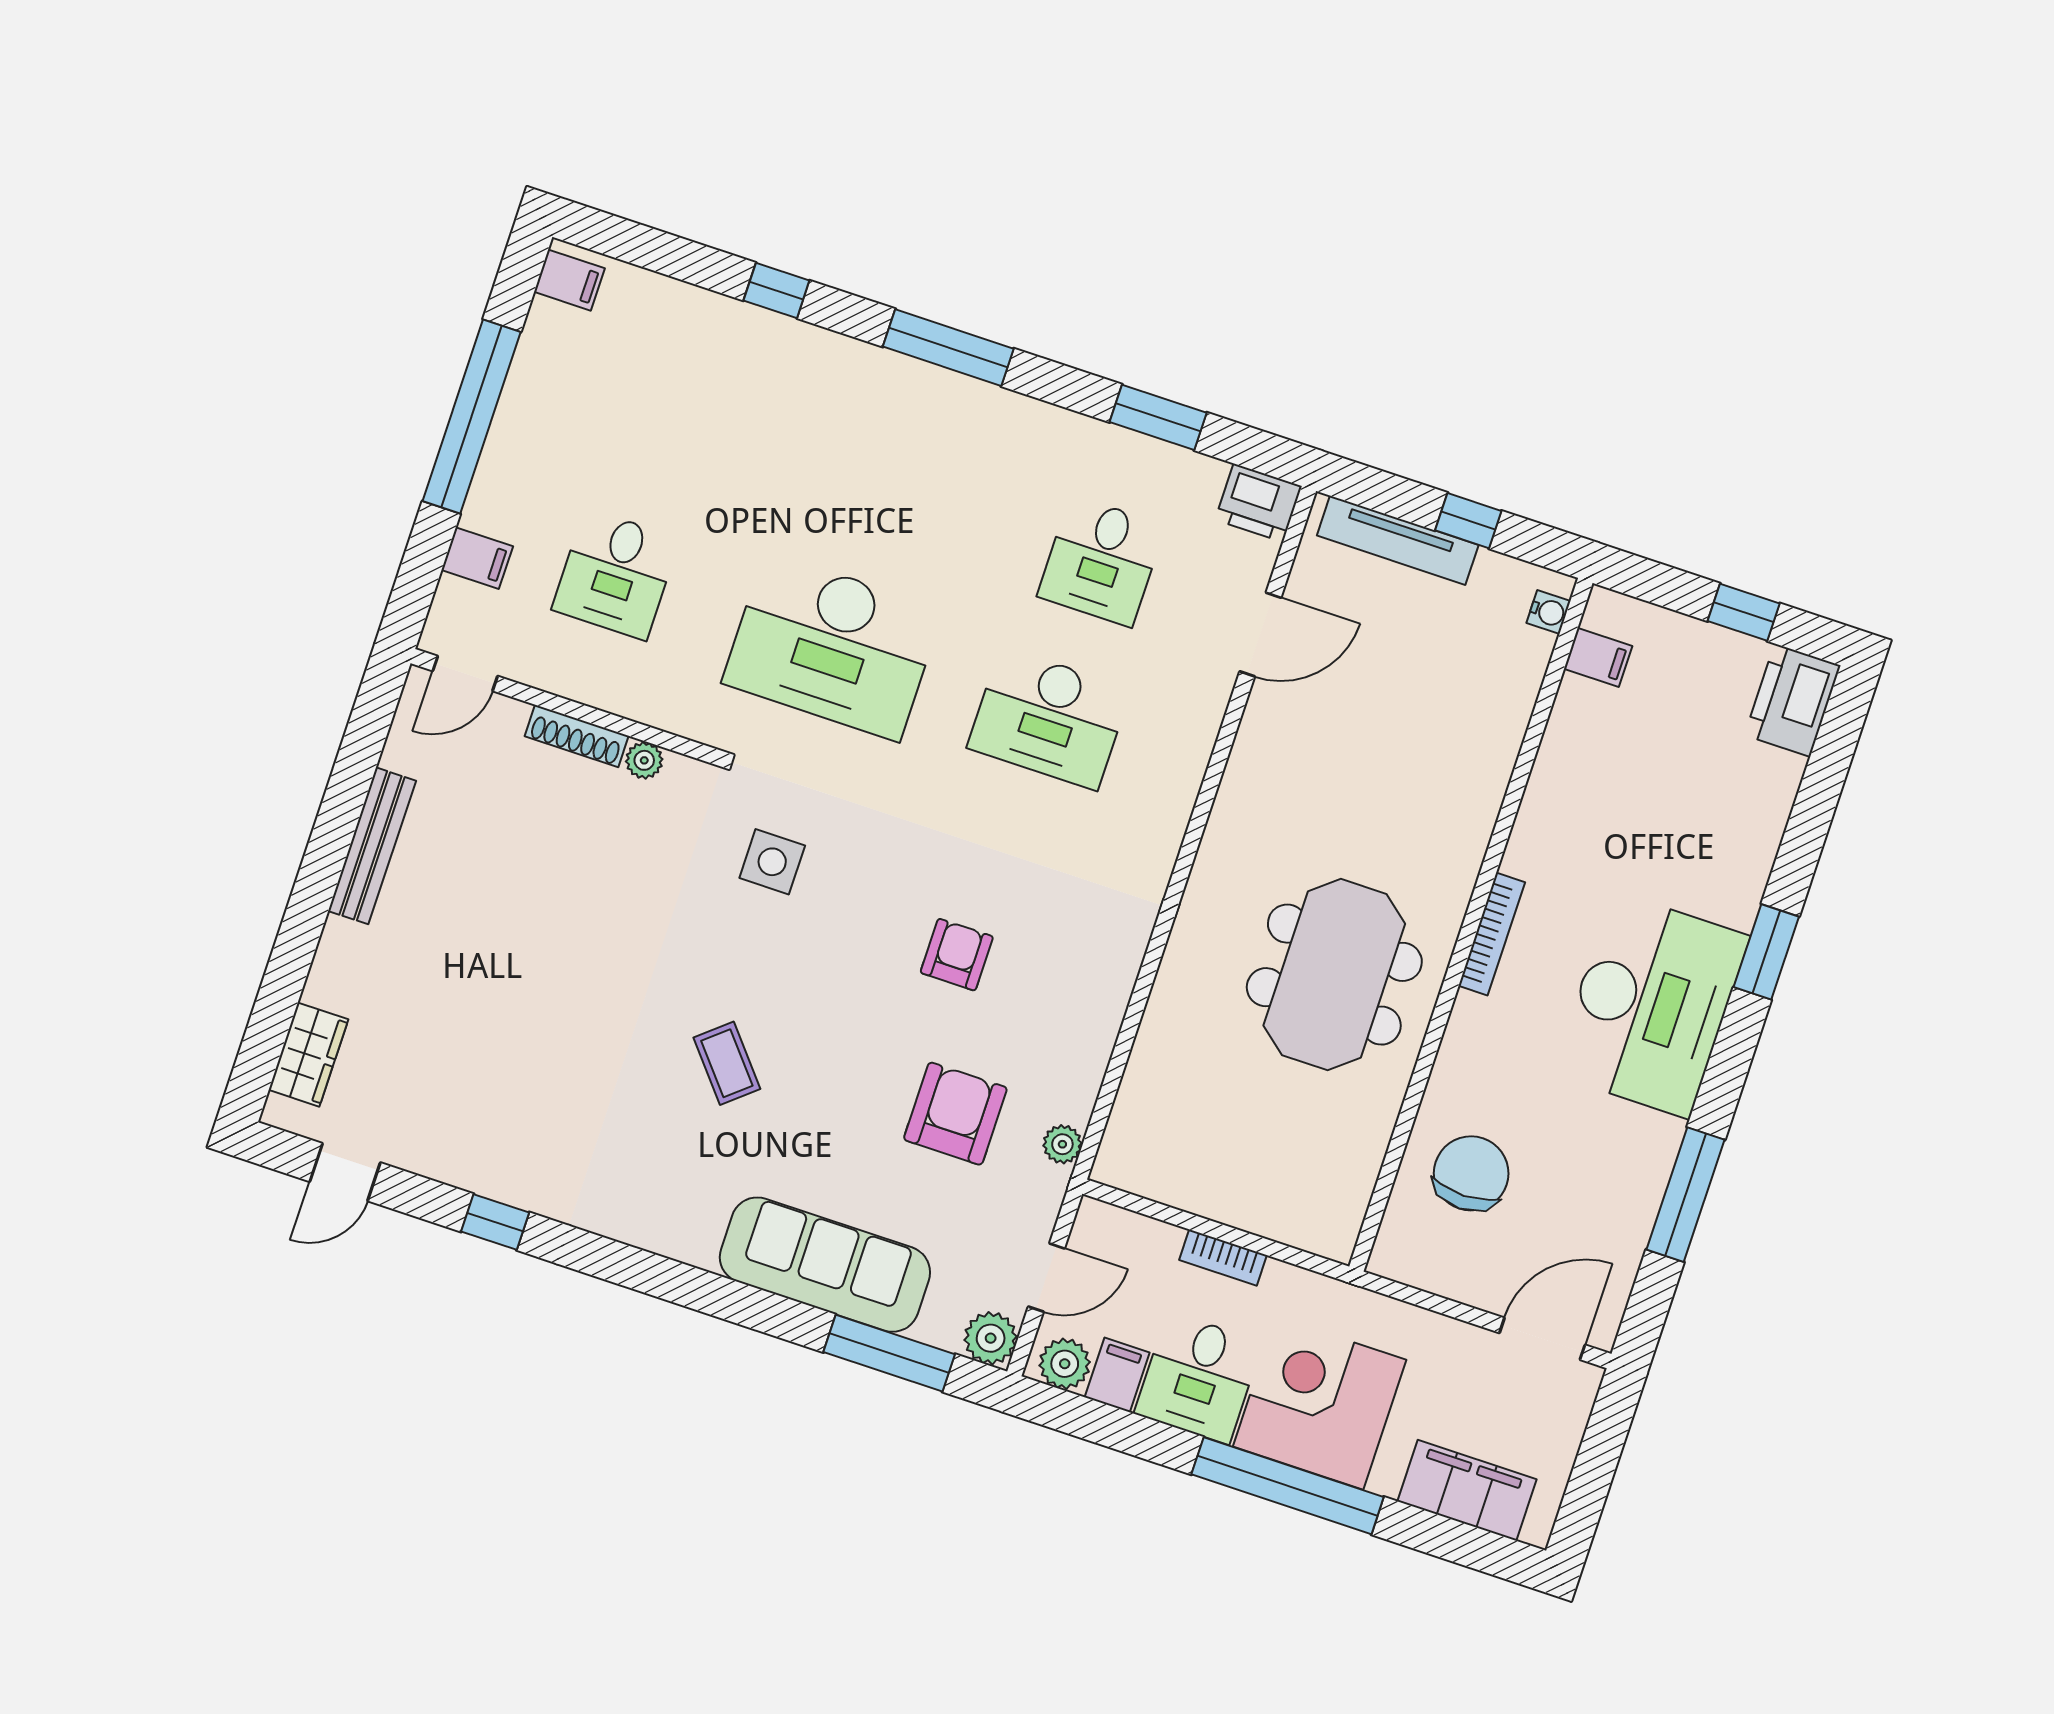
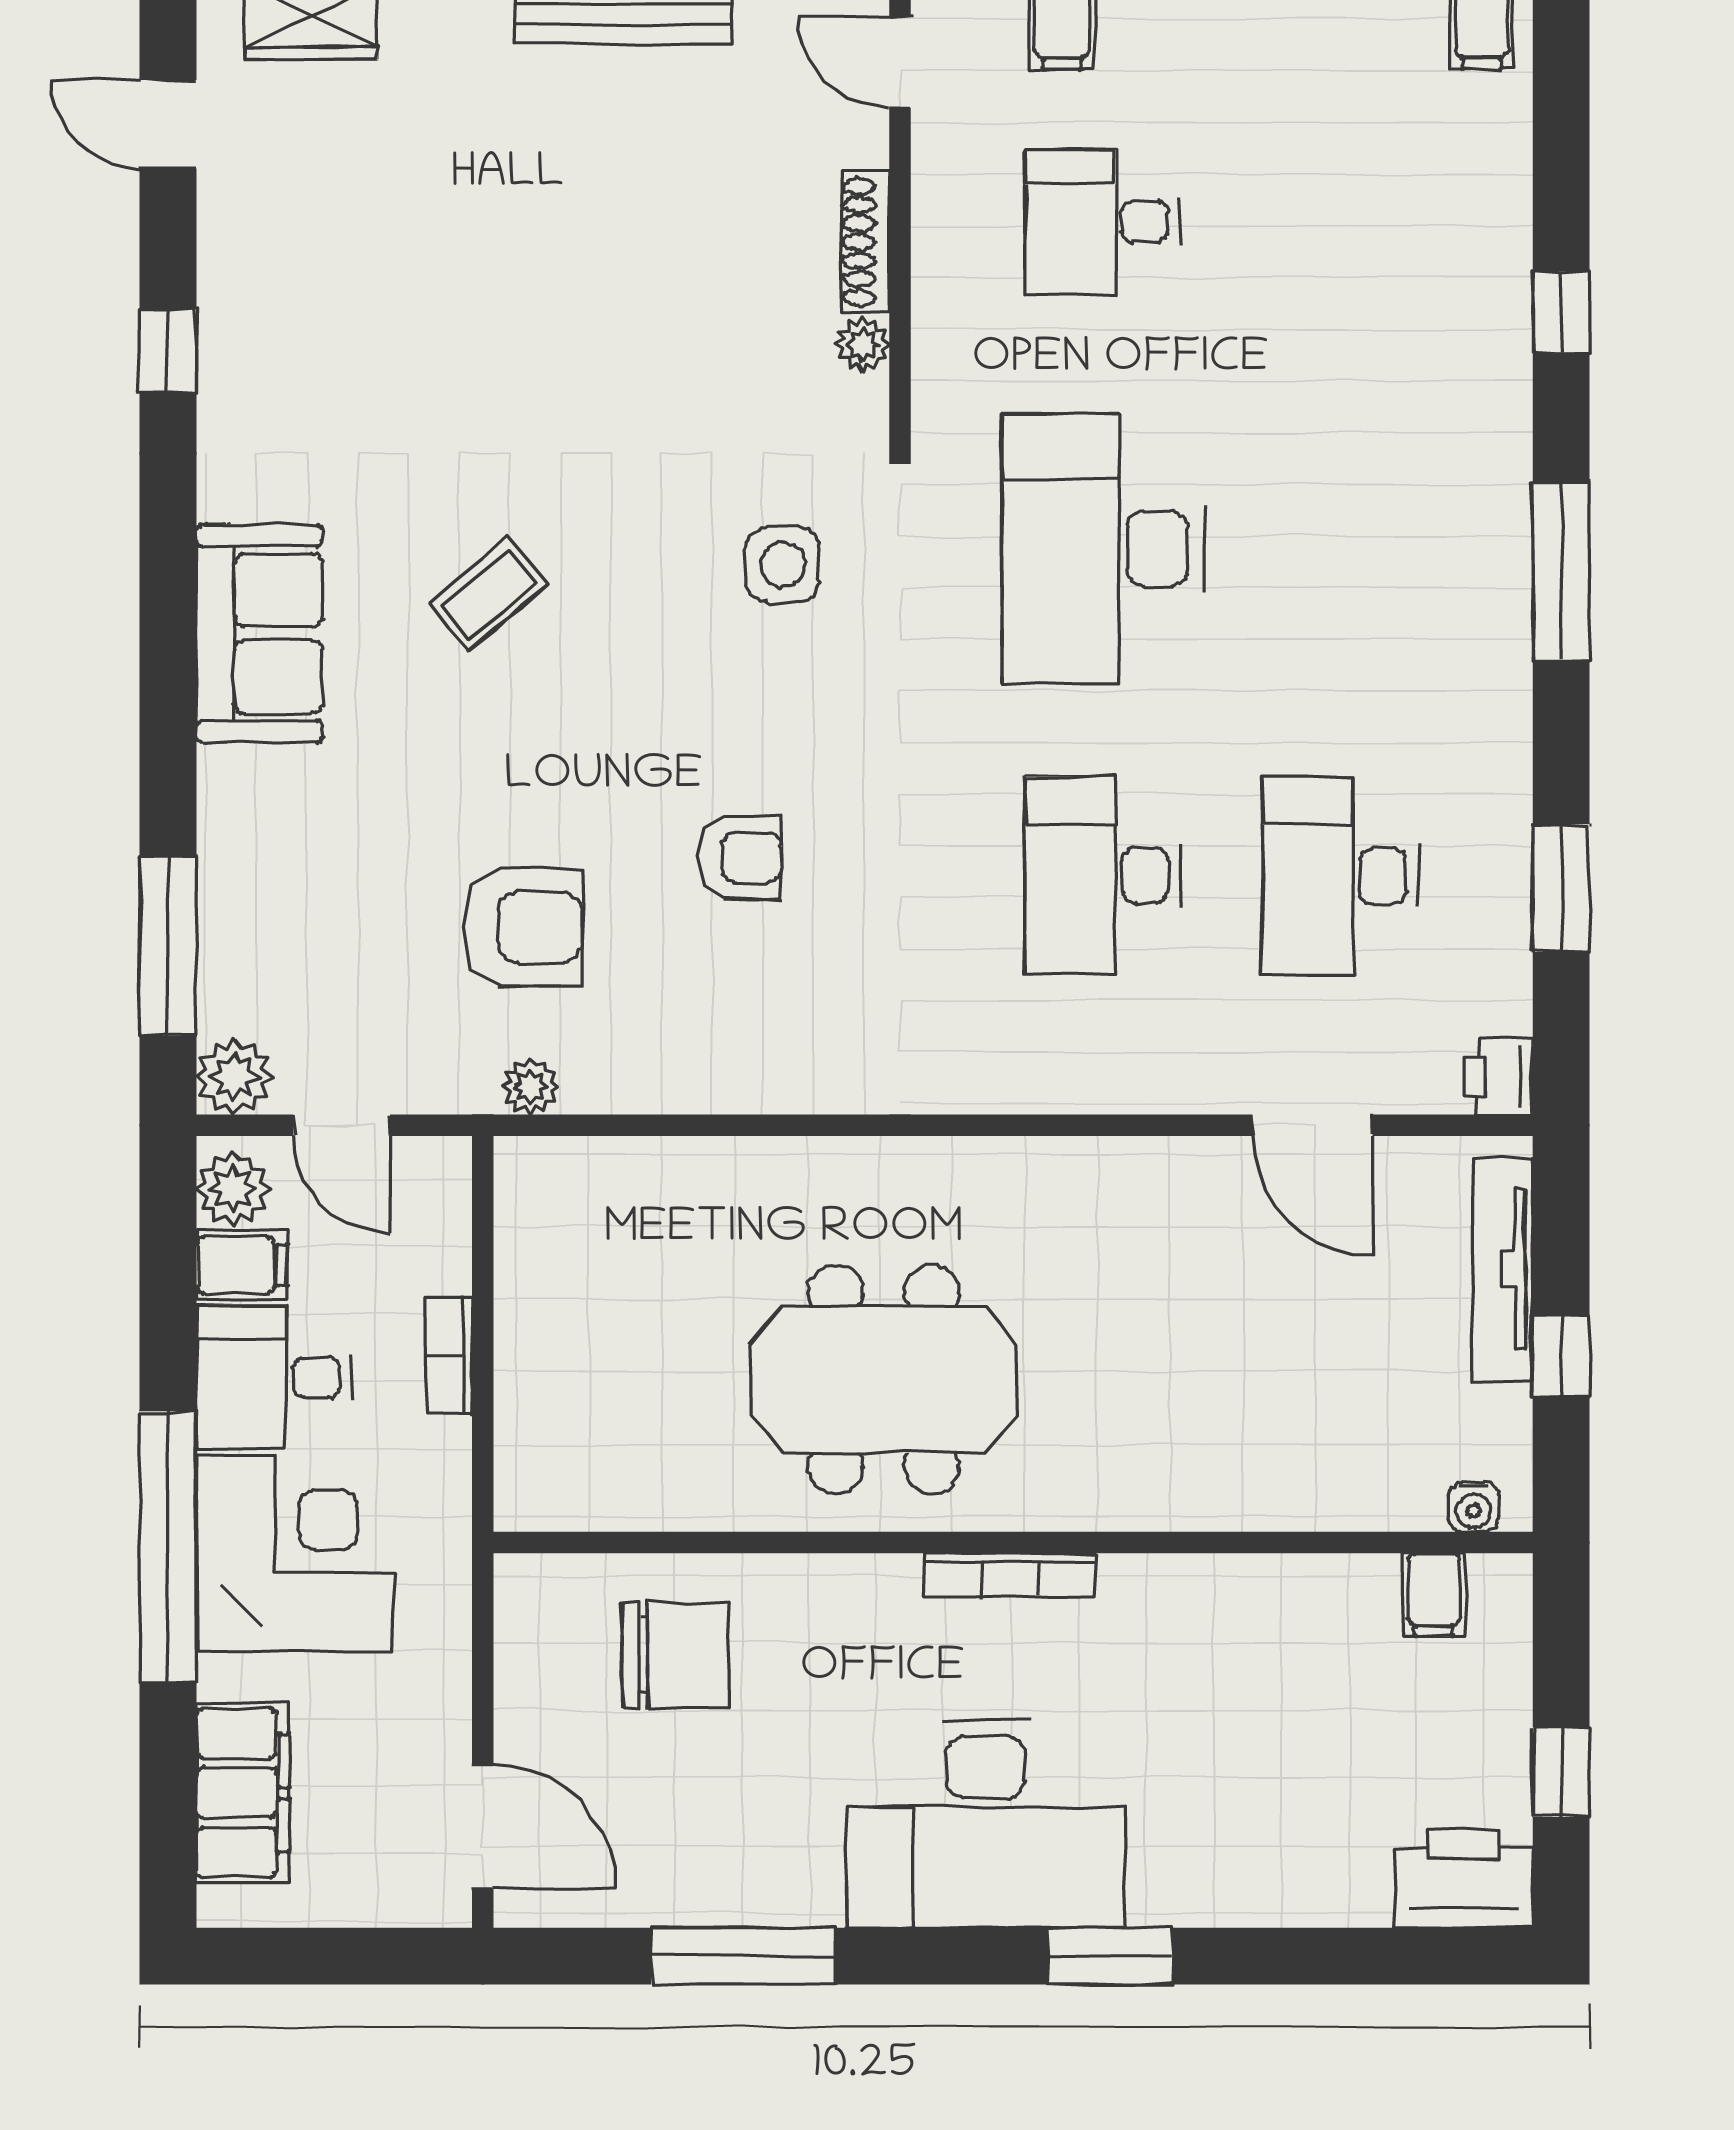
printer: (1258, 503) -> (1499, 1077), width x0.73, depth x0.81
desk: (1101, 561) -> (1341, 876), width x1.37
sofa: (825, 1265) -> (259, 633), moved, width x0.73

